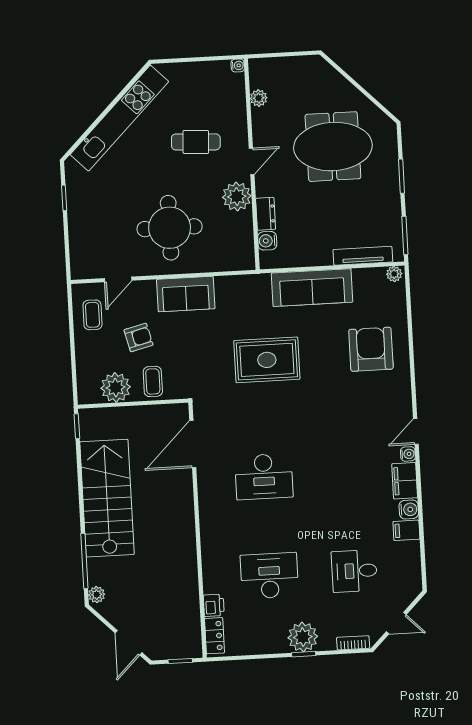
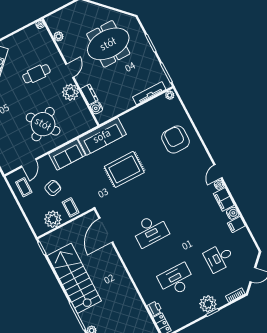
round table: (170, 228) -> (43, 124), turned -34
sofa: (312, 288) -> (102, 136), moved

